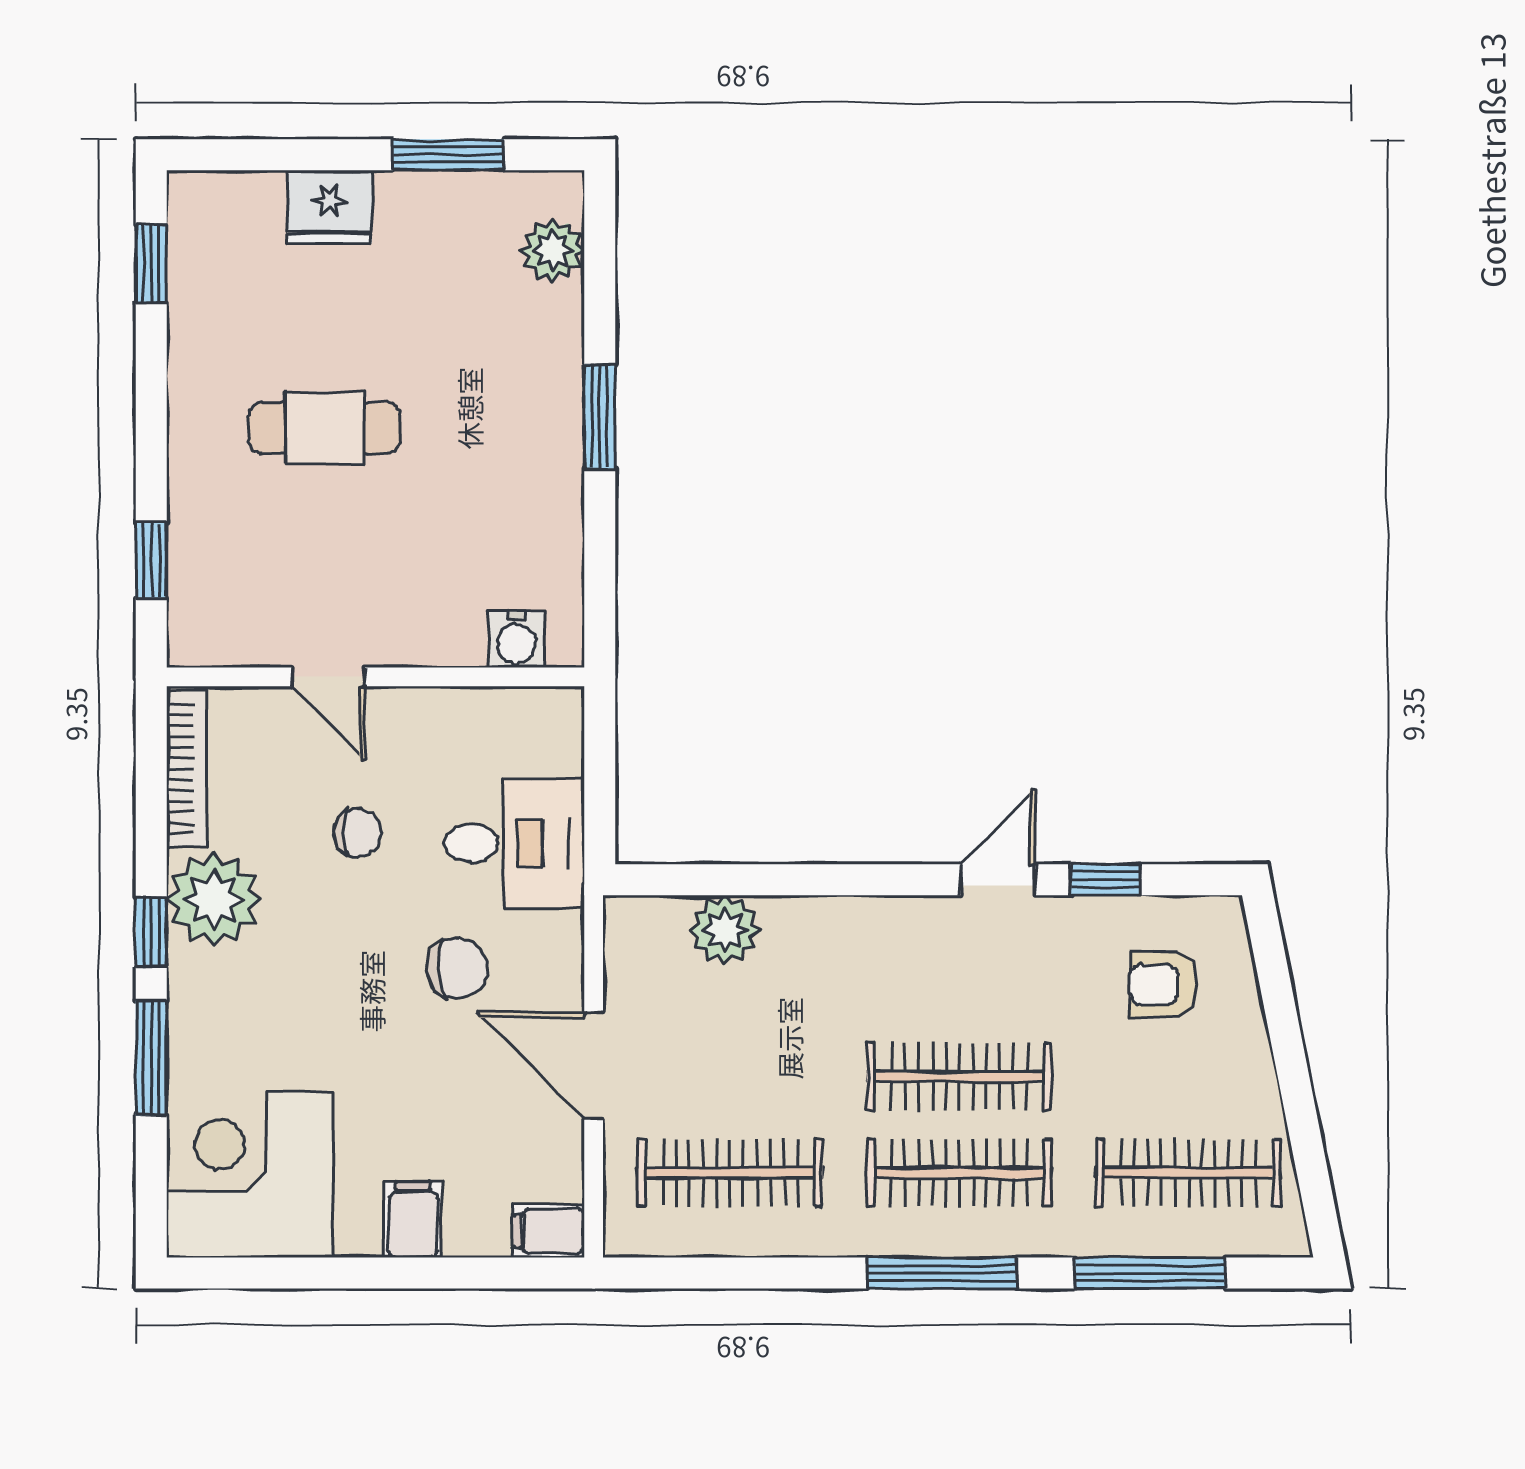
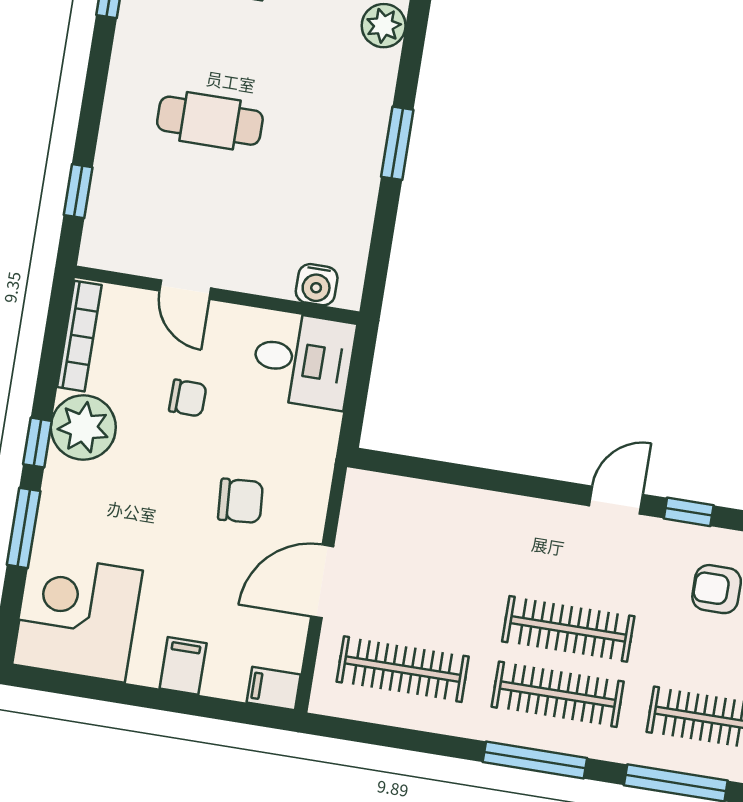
desk: (514, 843) -> (303, 360), moved
plant: (725, 930) -> (426, 504), removed
door: (594, 1065) -> (322, 581), hinge flipped

